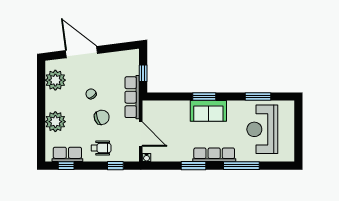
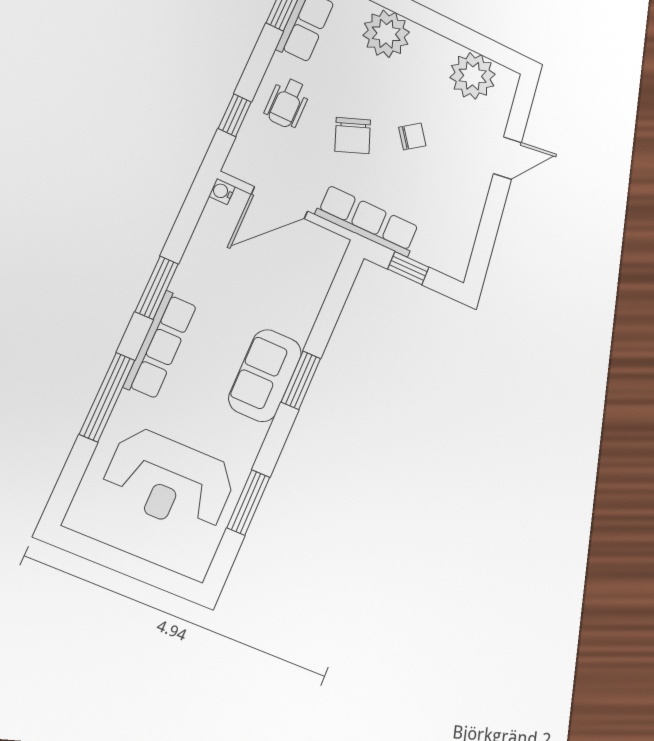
door: (82, 52) -> (507, 158), width x0.53
reception desk: (262, 129) -> (169, 481), turned 180

